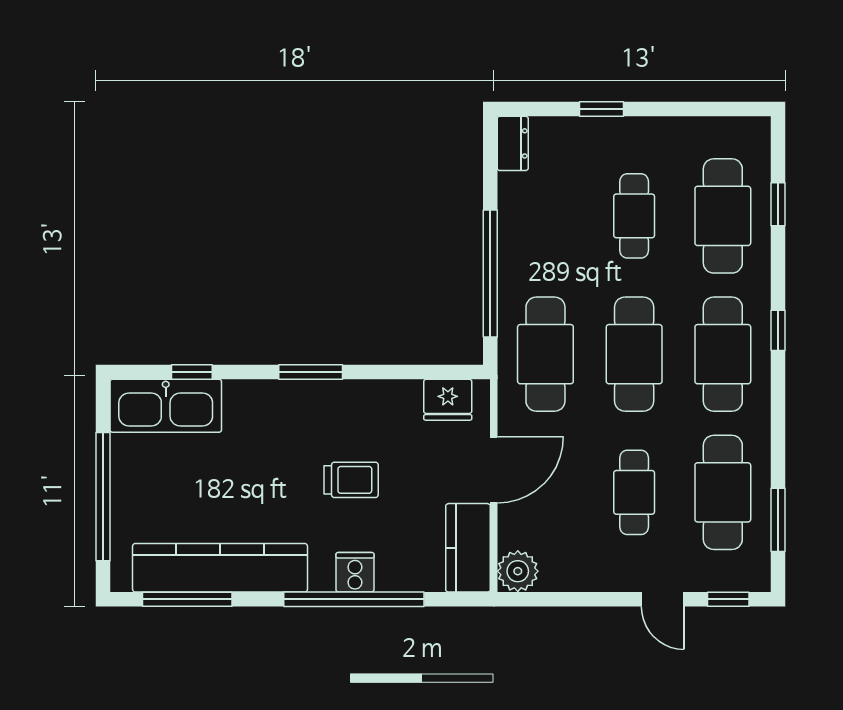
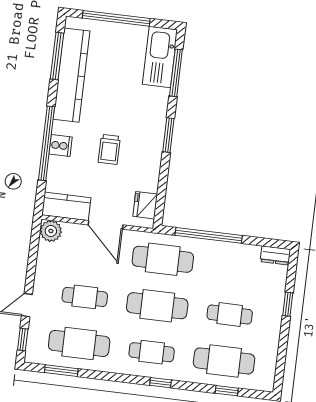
cafe table: (723, 354) -> (152, 352), width x0.73, depth x0.74
window: (192, 372) -> (176, 73), width x2.17

